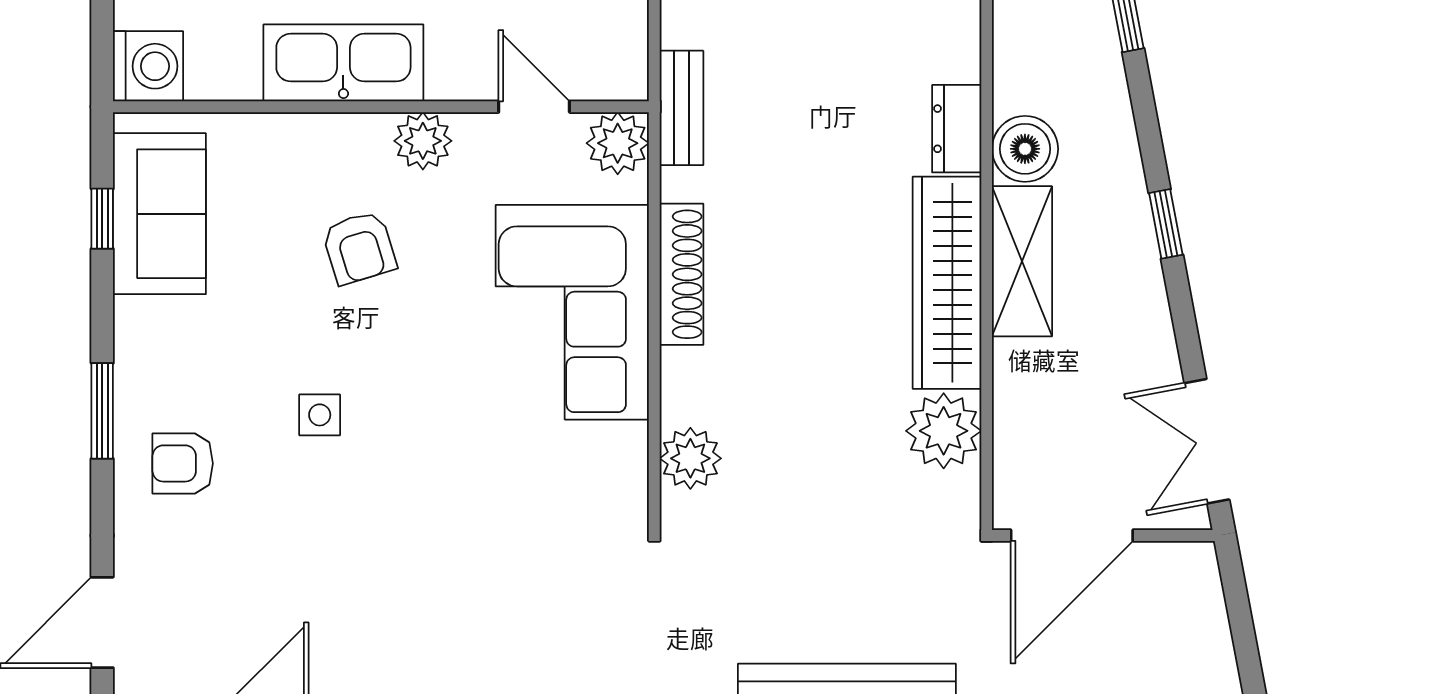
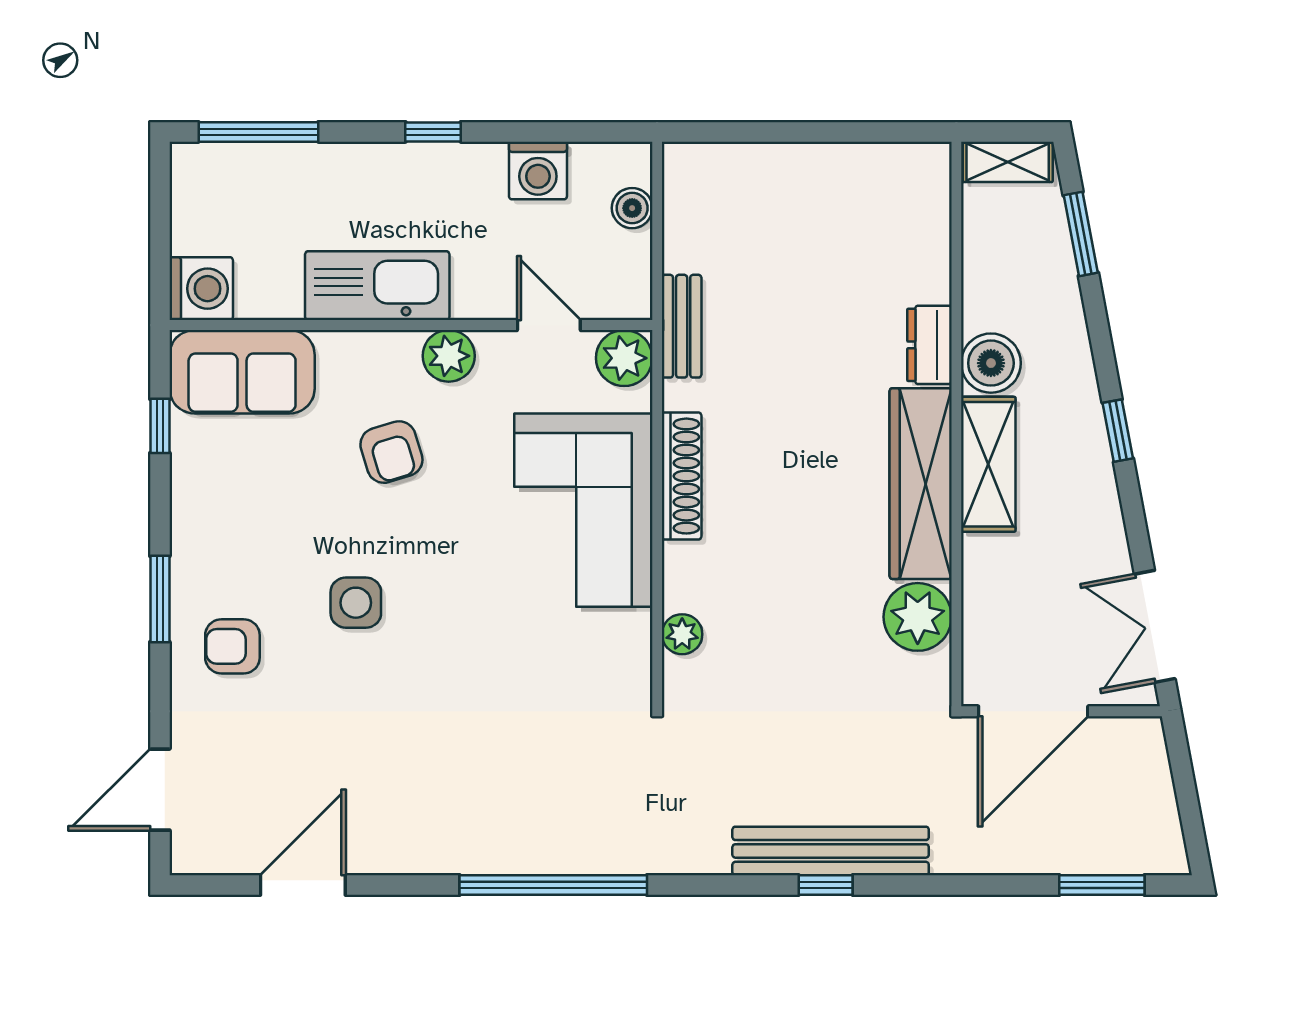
sofa: (159, 214) -> (242, 372), moved, turned 90
side table: (320, 415) -> (356, 603), width x1.37, depth x1.37
plant: (690, 458) -> (682, 634), width x0.73, depth x0.73

